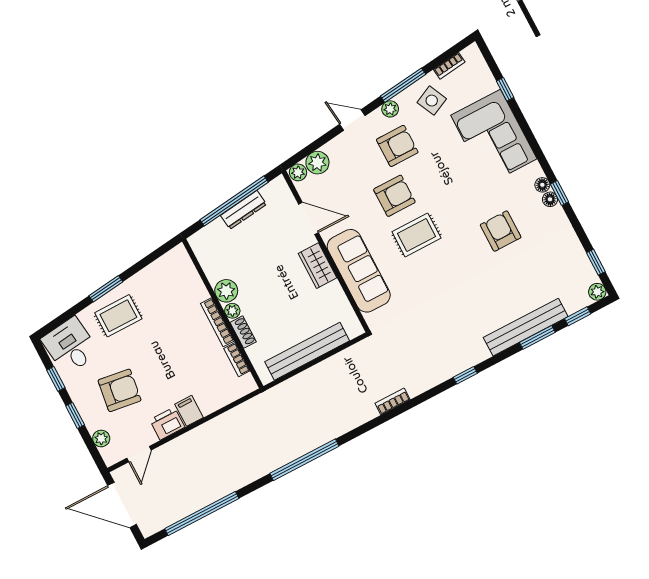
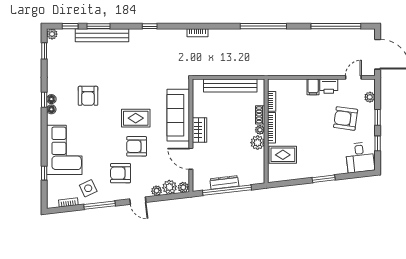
plant: (390, 109) -> (157, 191), moved
rug: (118, 316) -> (283, 155), moved

